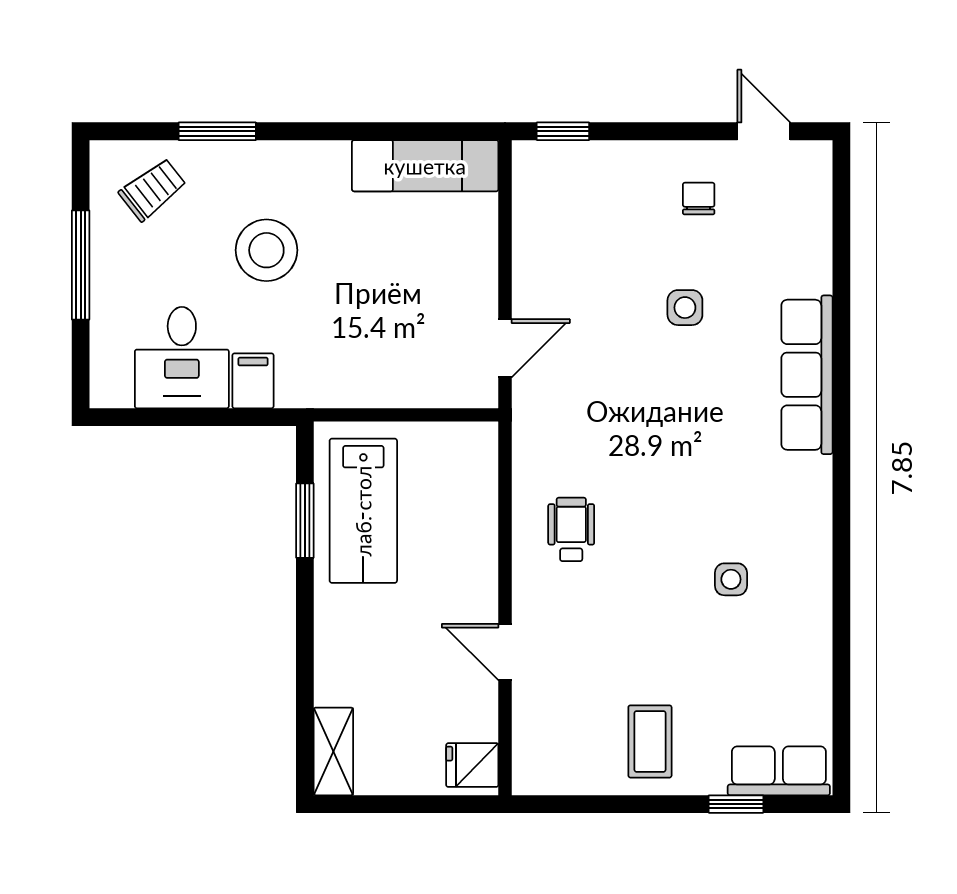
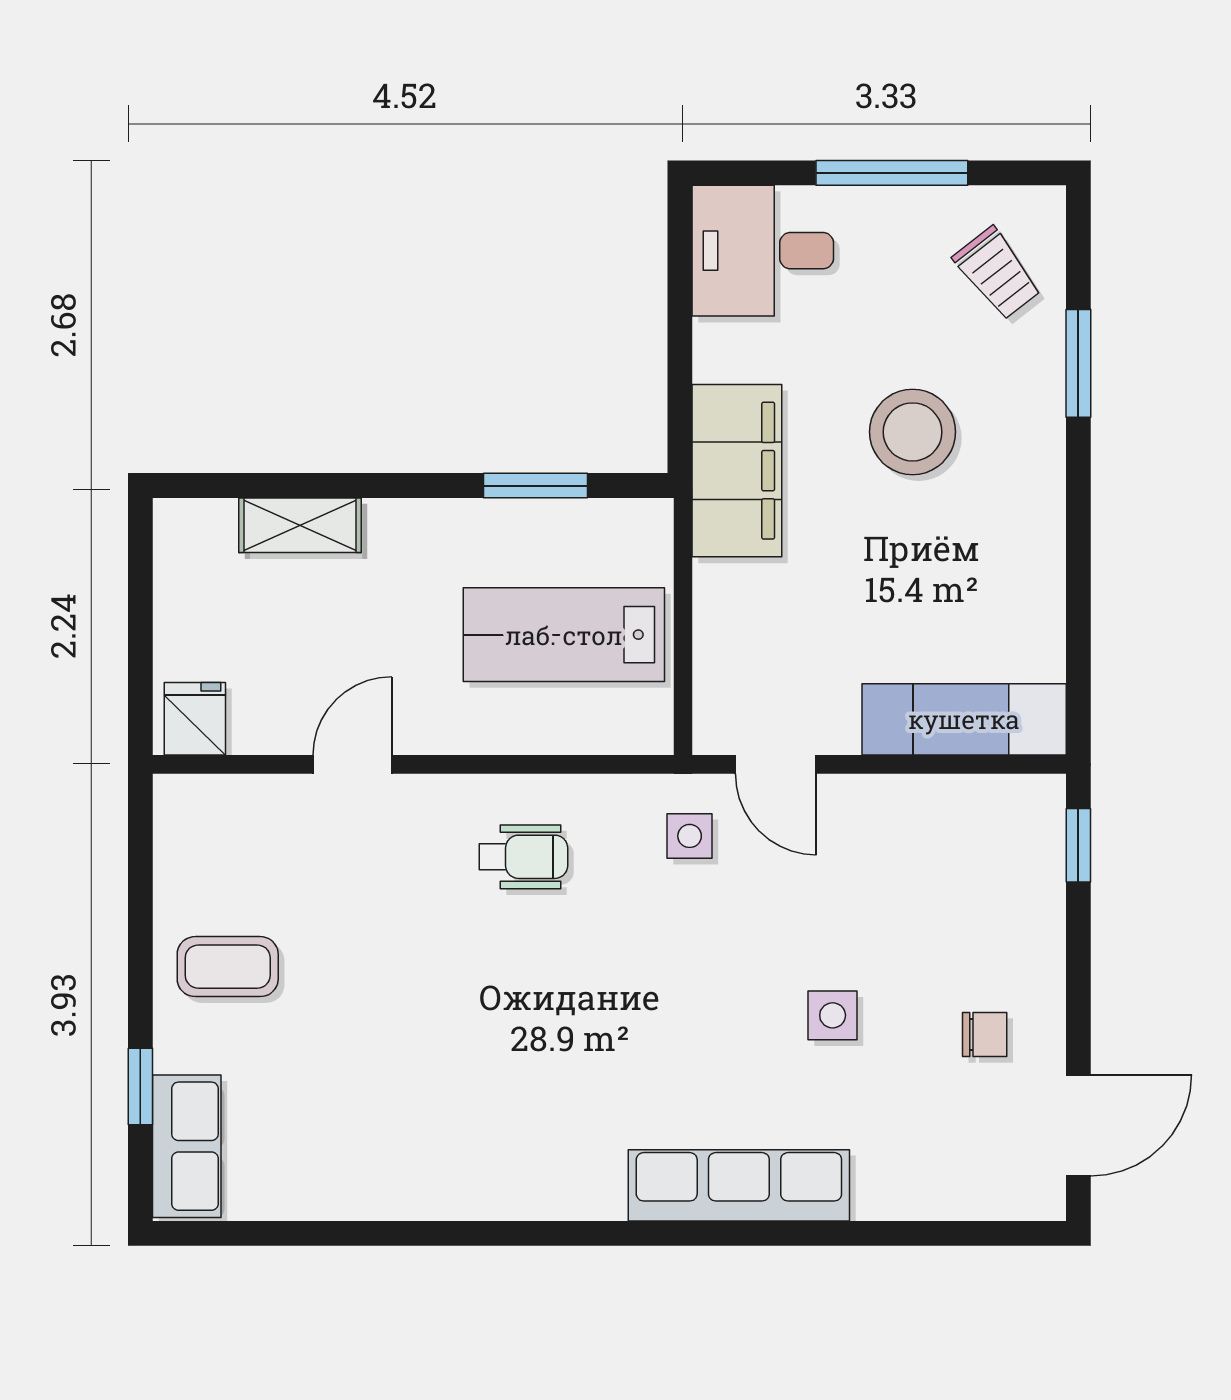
door: (764, 131) -> (1078, 1125), width x1.38
exam couch: (425, 166) -> (964, 719), moved, turned 90
desk: (182, 358) -> (763, 251), moved
filing cabinet: (253, 381) -> (737, 471), width x3.00, depth x1.17
lab bench: (363, 511) -> (564, 635), moved
side table: (731, 579) -> (690, 836), moved
shelving: (333, 751) -> (300, 525), moved

